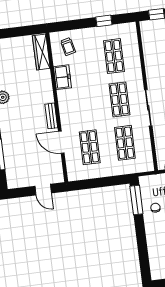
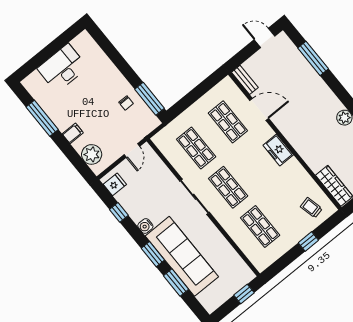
window: (104, 21) -> (308, 241), moved
freezer: (62, 77) -> (278, 150), moved
bench: (51, 116) -> (245, 80), moved
door: (43, 190) -> (265, 38), moved

